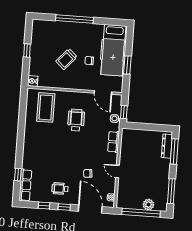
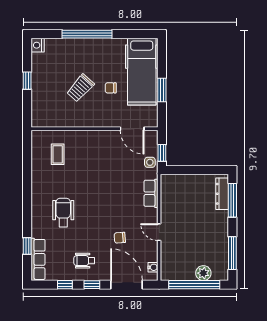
nightstand: (33, 81) -> (38, 45), moved
coffee table: (46, 107) -> (58, 154), width x0.54, depth x0.58
wheelchair: (76, 120) -> (63, 212), moved

